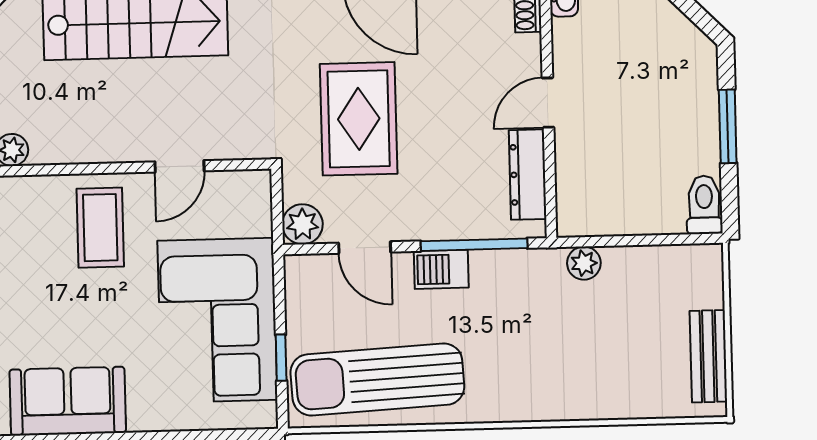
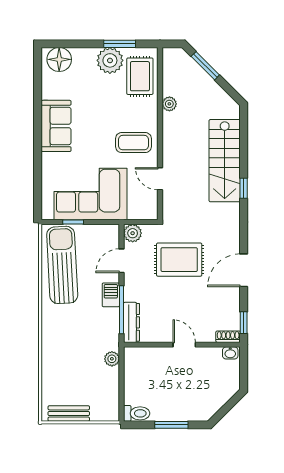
dresser: (528, 175) -> (131, 322), moved, turned 90

